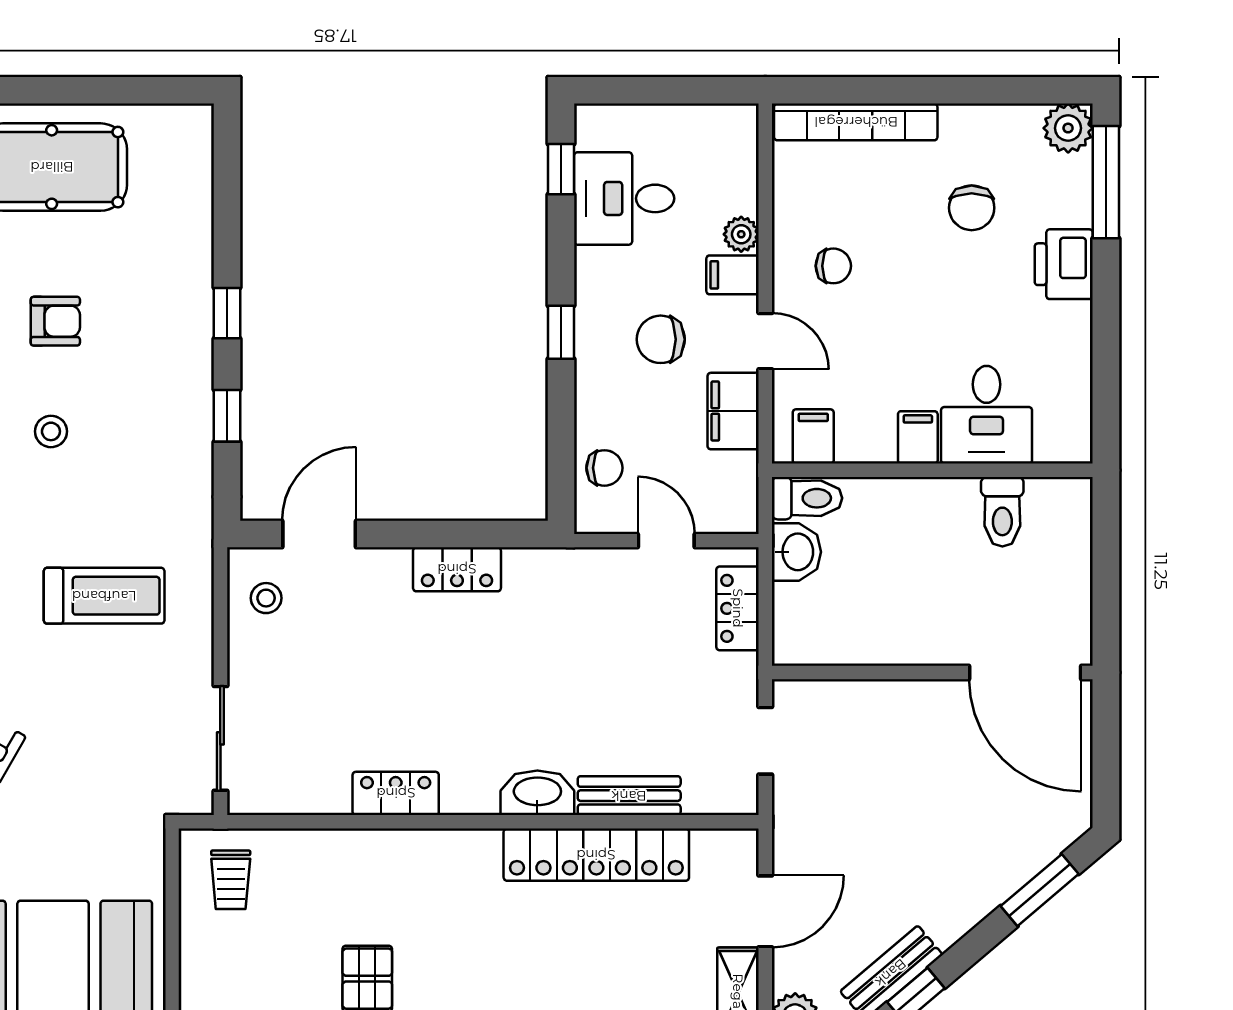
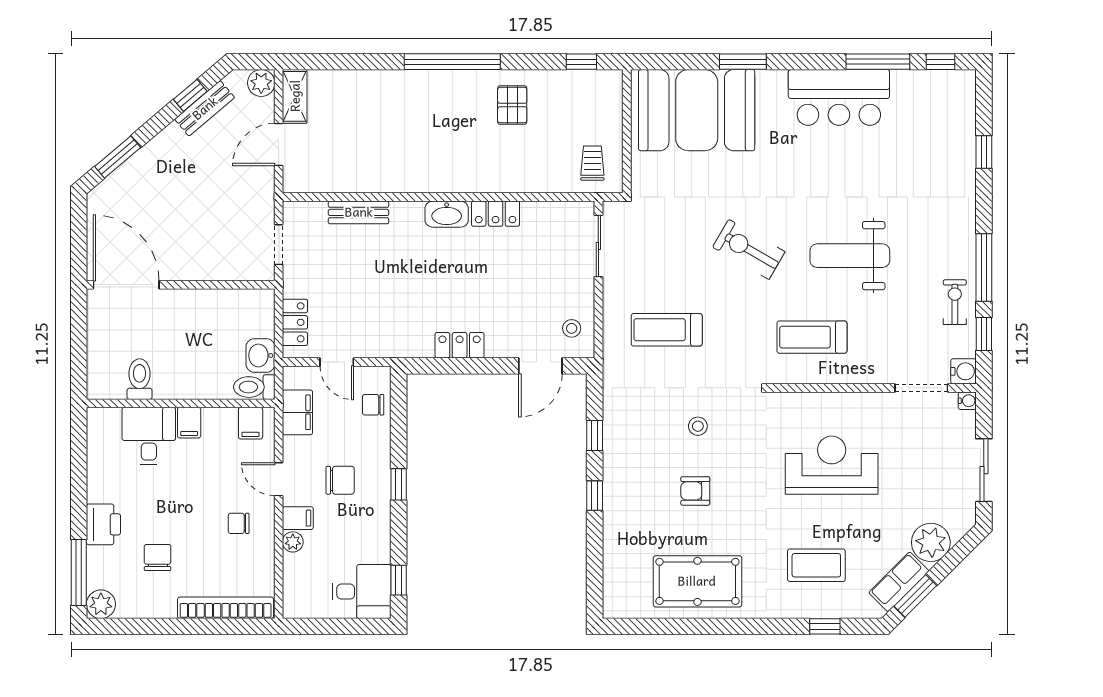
desk: (624, 198) -> (361, 592), moved
filing cabinet: (733, 411) -> (297, 412), moved
washbasin: (537, 793) -> (447, 214), moved
locker: (596, 855) -> (378, 178), removed

